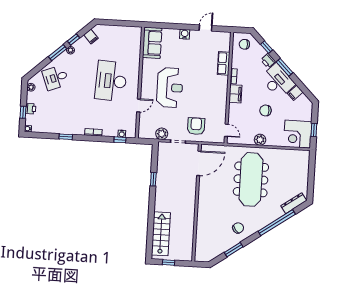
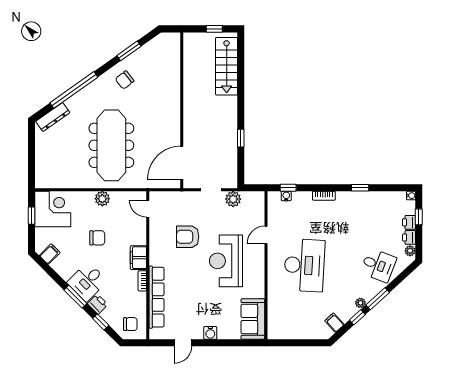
row of seats: (224, 63) -> (156, 297), width x2.02
desk: (56, 78) -> (378, 265), turned 42
desk: (278, 81) -> (87, 282), width x0.73
filing cabinet: (295, 93) -> (50, 254), moved
printer: (31, 97) -> (409, 237), added
armchair: (196, 126) -> (188, 237), moved, turned 90

